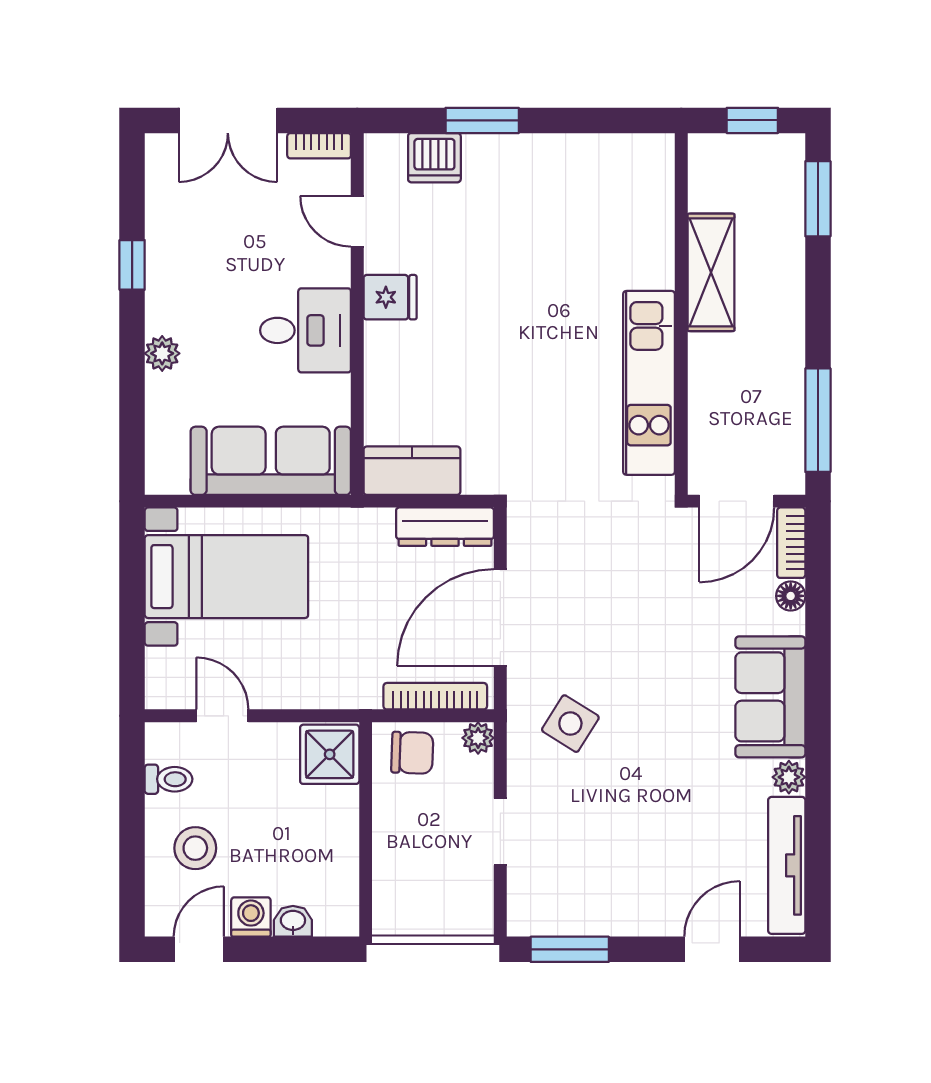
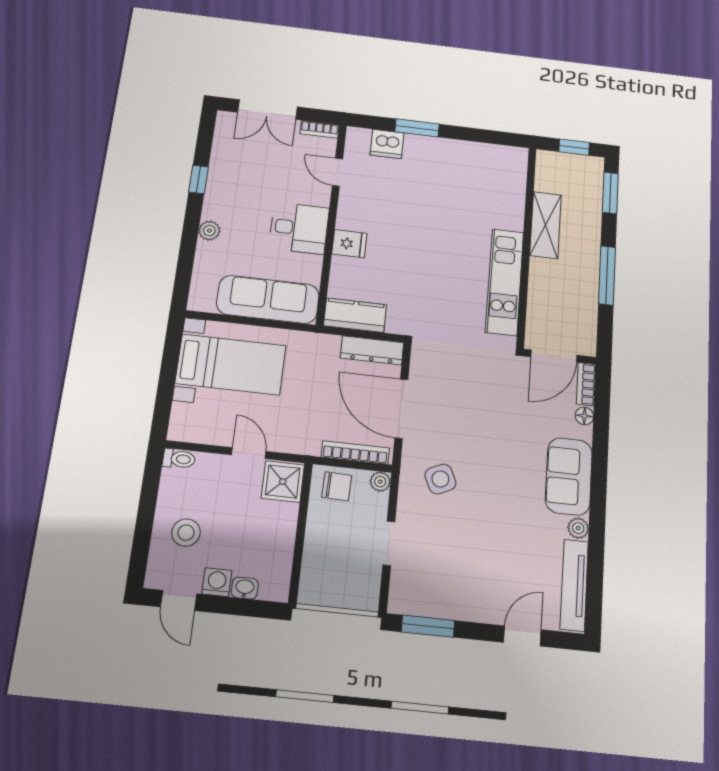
fridge: (390, 297) -> (349, 244), moved
window: (818, 420) -> (607, 275), moved
door: (500, 618) -> (401, 409), hinge flipped
door: (222, 716) -> (249, 453), moved
side table: (570, 724) -> (440, 479), turned 33
toilet: (169, 779) -> (179, 459), moved
door: (199, 949) -> (179, 600), swing flipped

